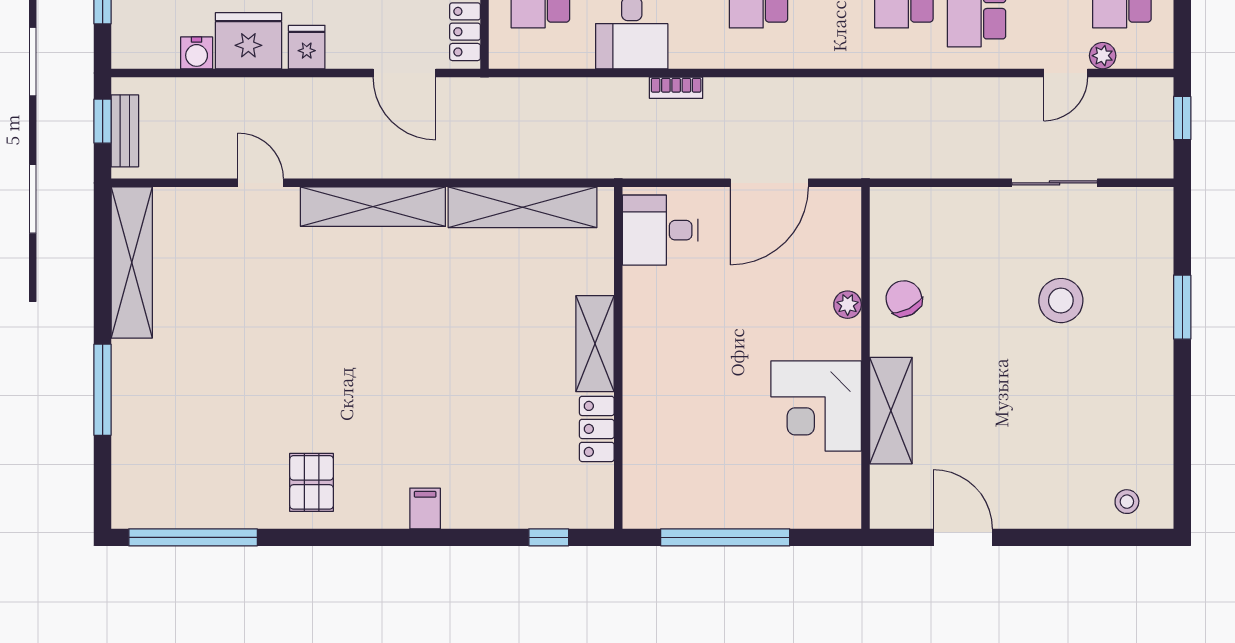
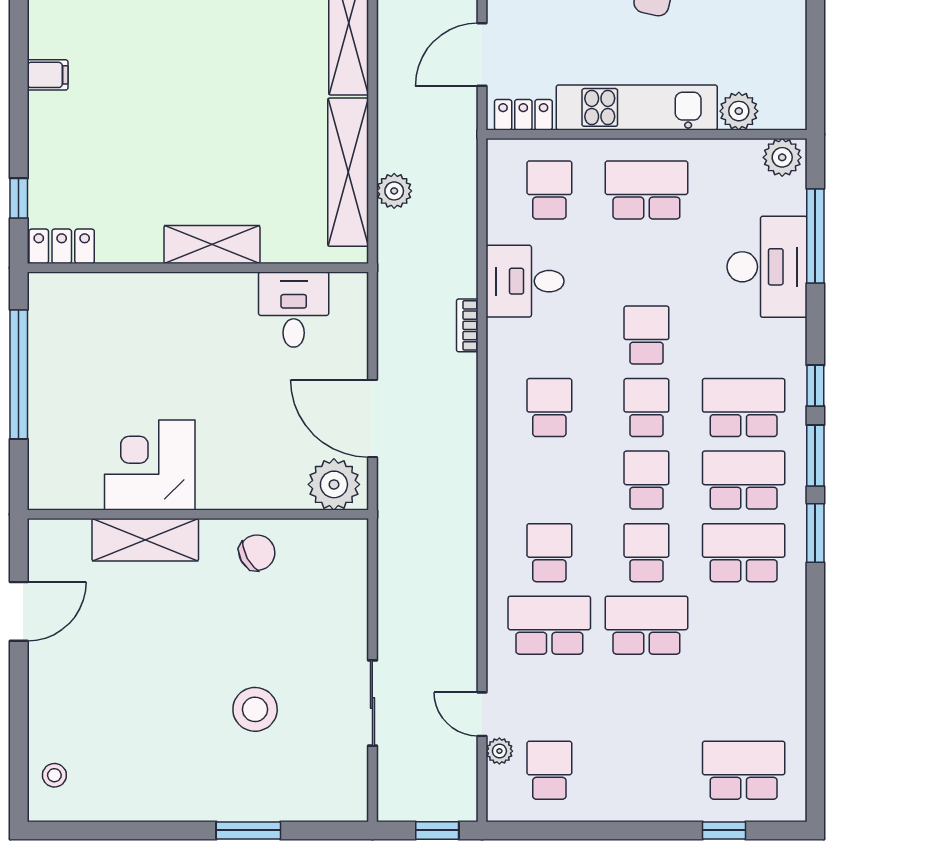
plant: (541, 161) -> (394, 191), added
desk: (660, 230) -> (294, 310), moved
plant: (848, 305) -> (334, 484), moved, width x1.87, depth x1.87
locker: (597, 429) -> (62, 246), moved

